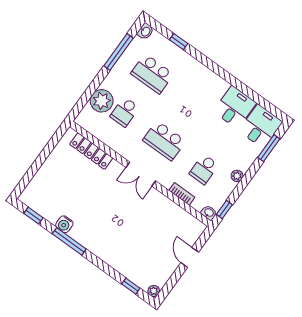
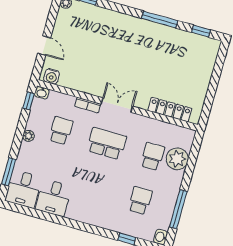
school desk: (152, 74) -> (140, 201), width x0.54
bookcase: (182, 194) -> (88, 105), moved
water cooler: (64, 224) -> (52, 76), moved, turned 180

